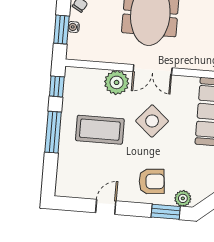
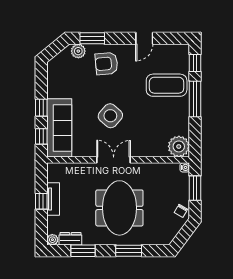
water cooler: (74, 27) -> (185, 167), moved
plant: (117, 82) -> (179, 146), moved
window: (57, 86) -> (195, 63), moved
coffee table: (100, 130) -> (167, 85), moved

